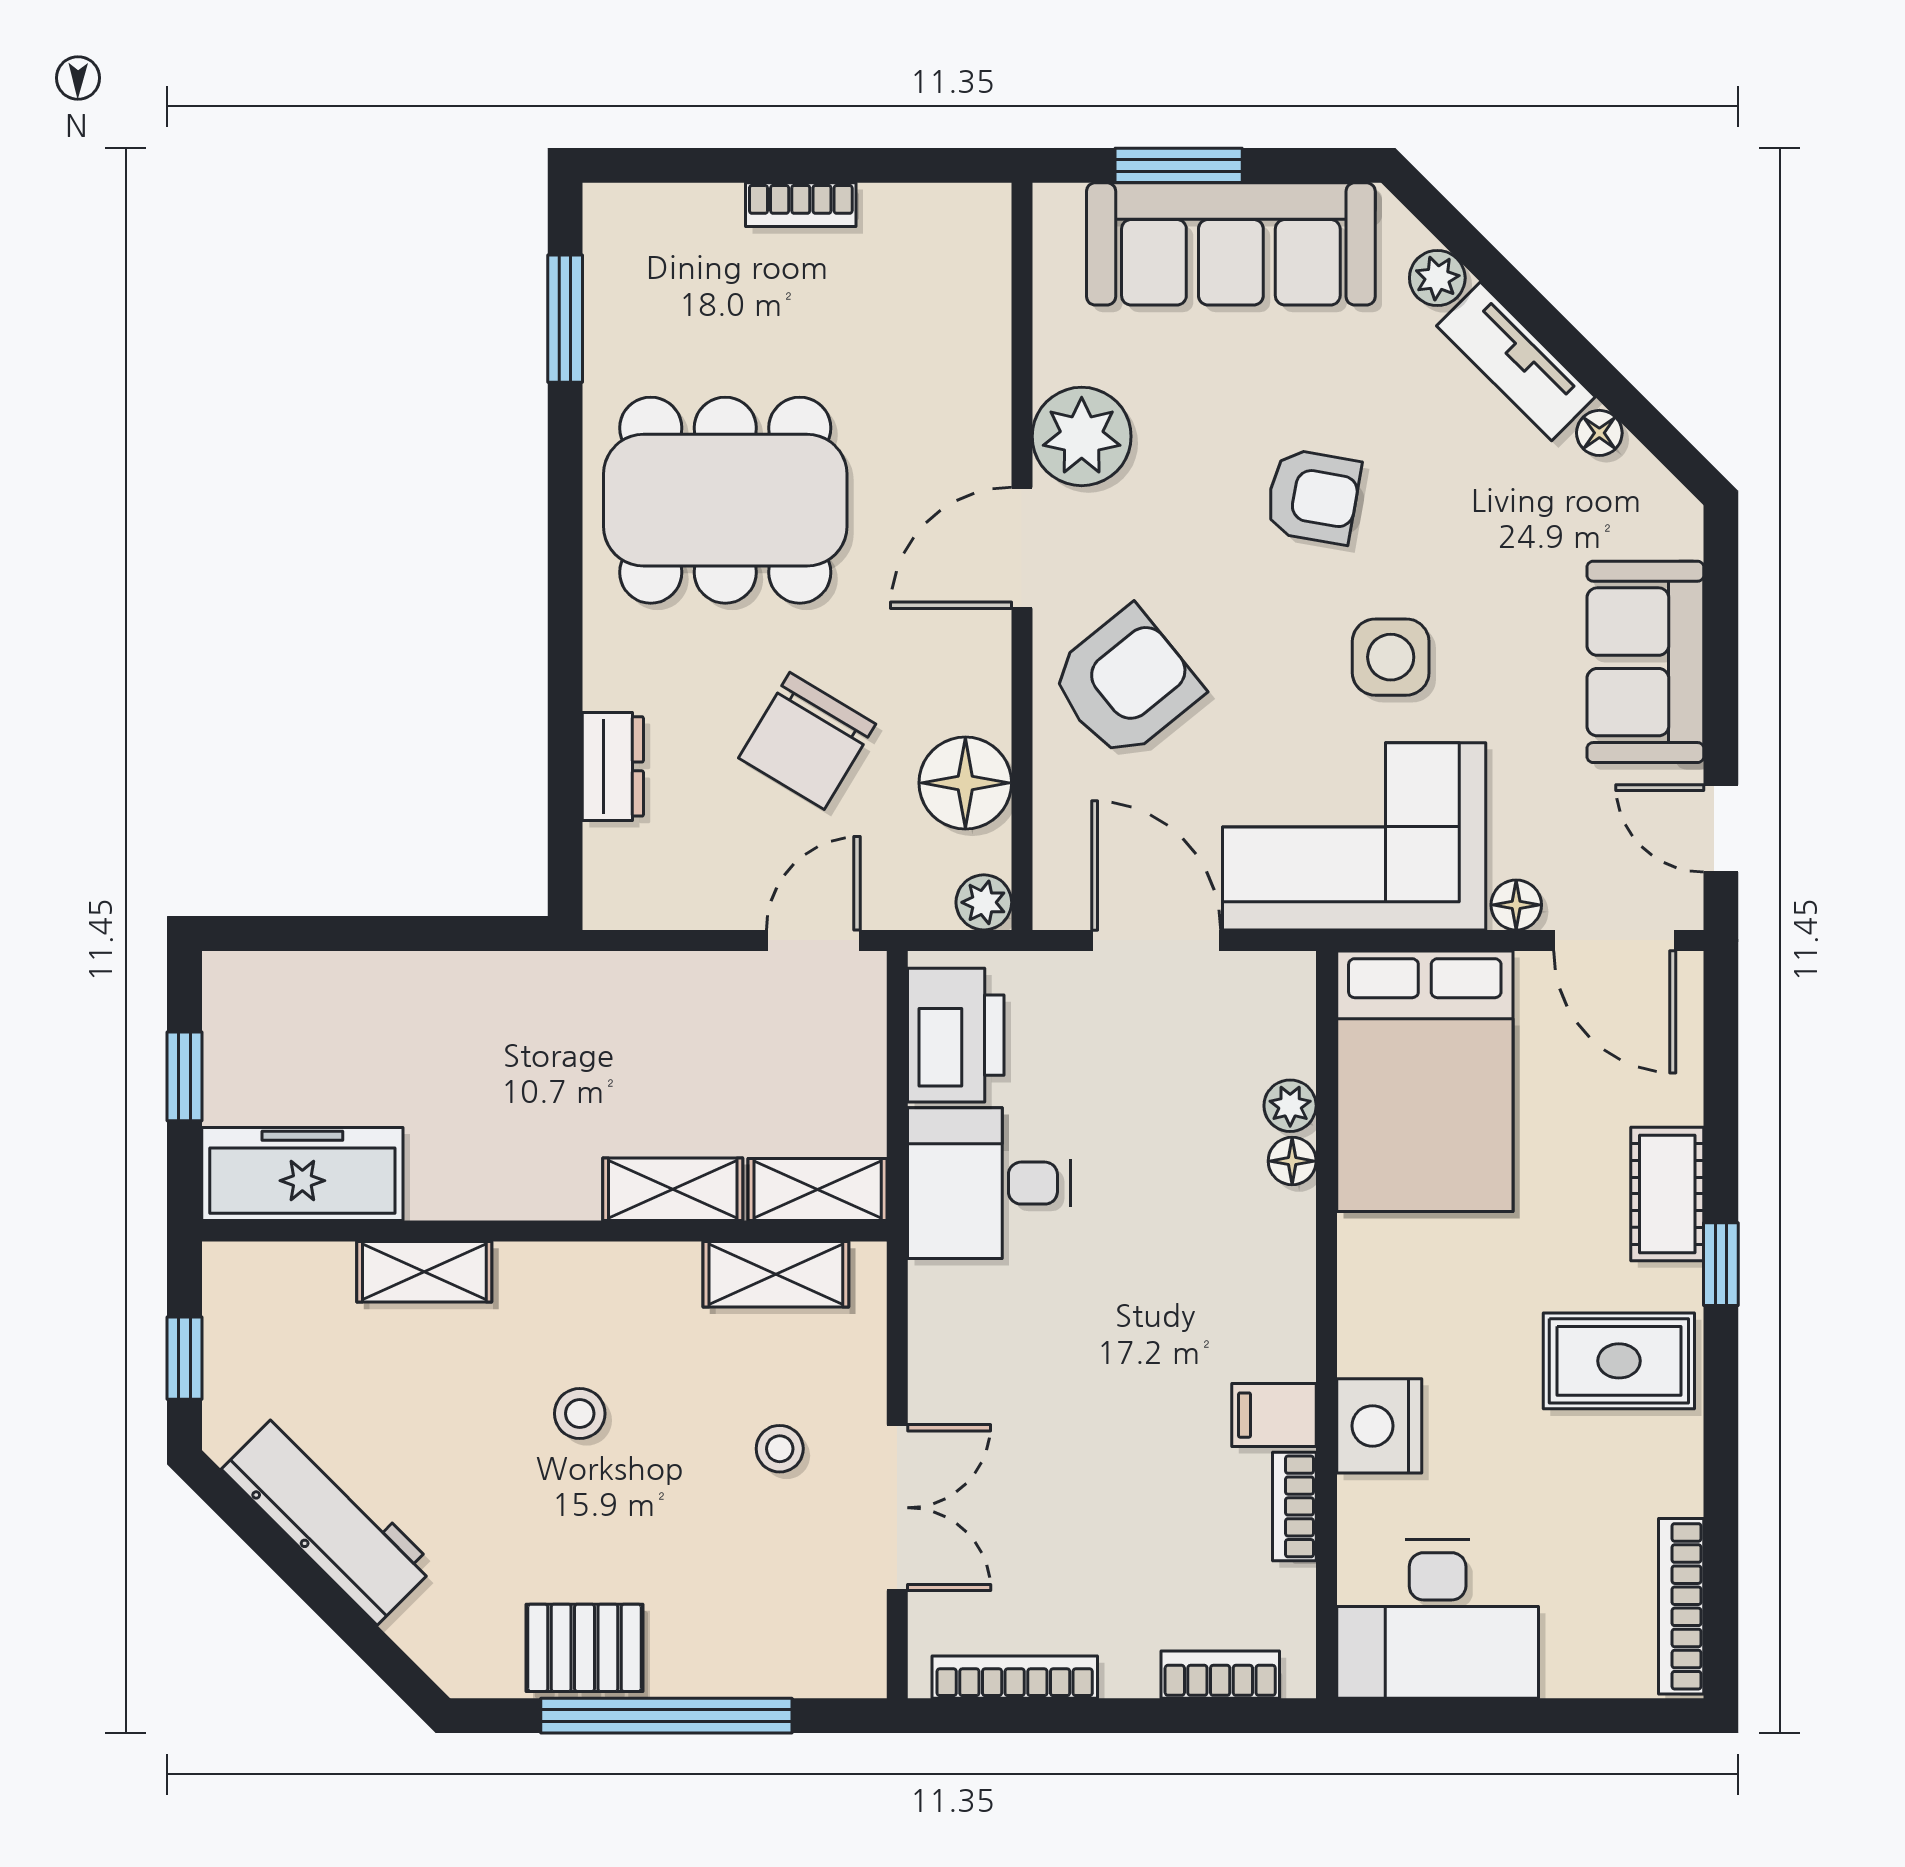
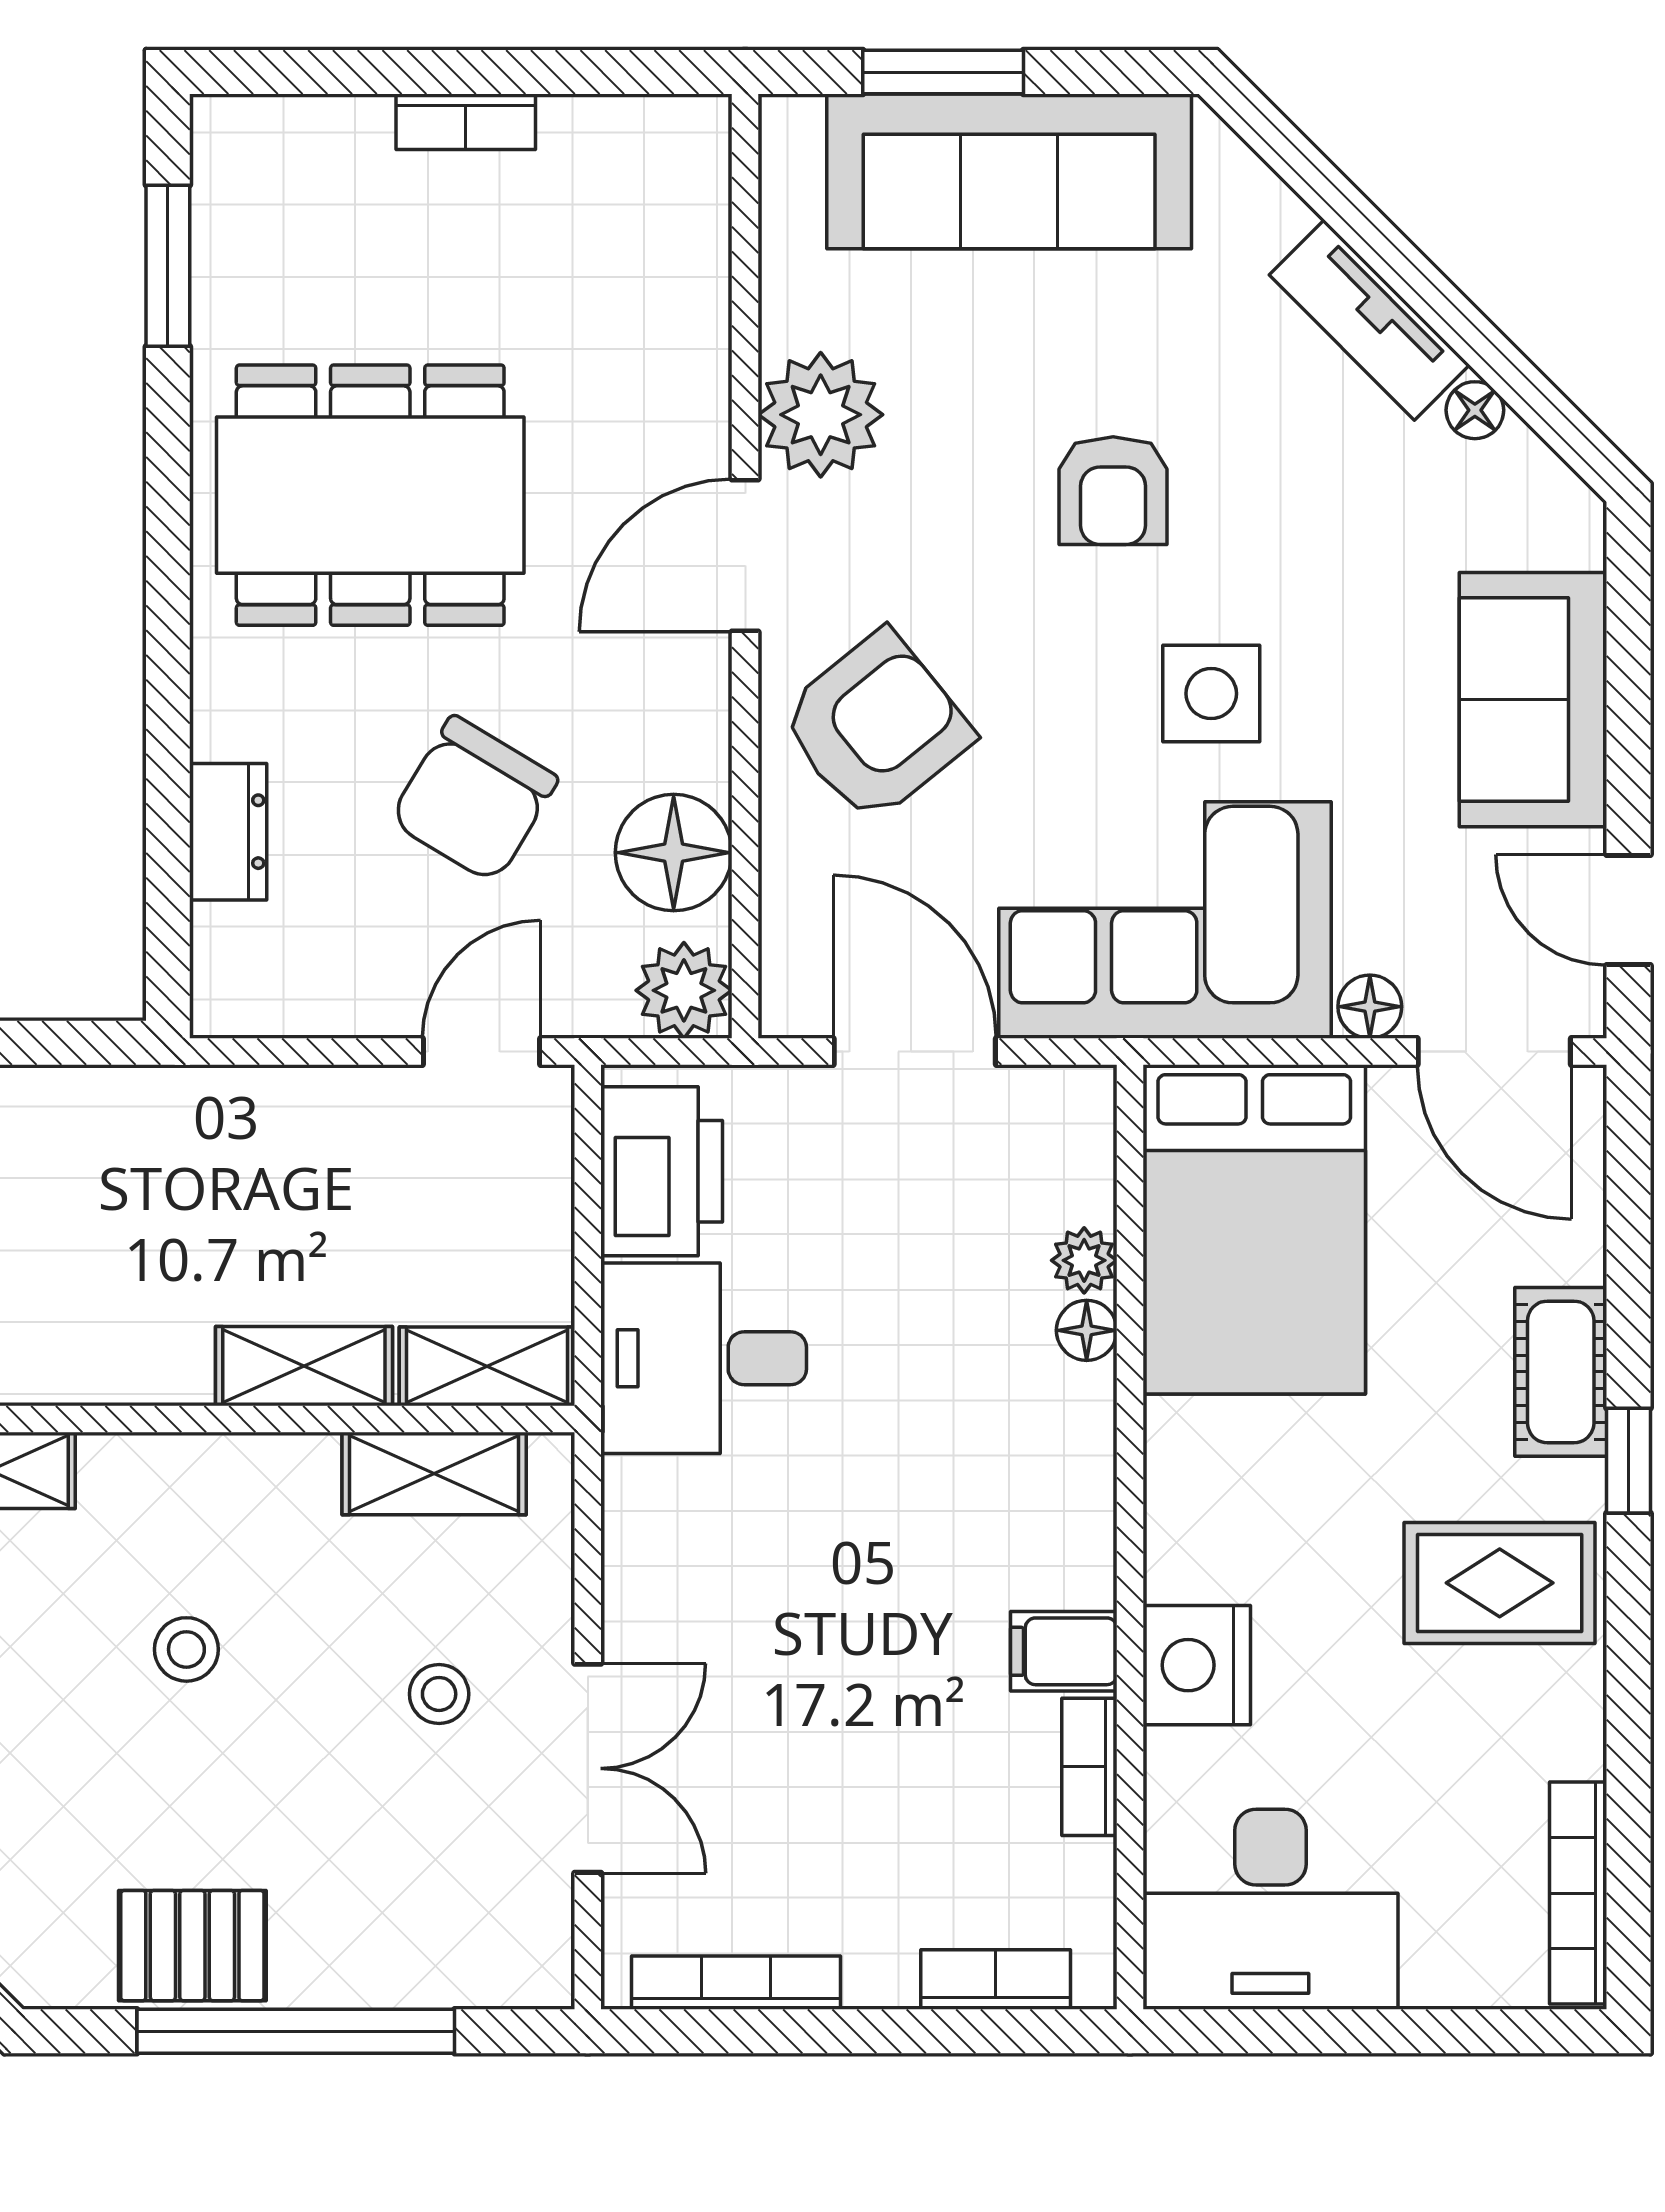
plant: (1437, 278) -> (1270, 214), removed
armchair: (1313, 497) -> (1113, 491), turned 80
plant: (984, 902) -> (684, 990), width x1.38, depth x1.38

